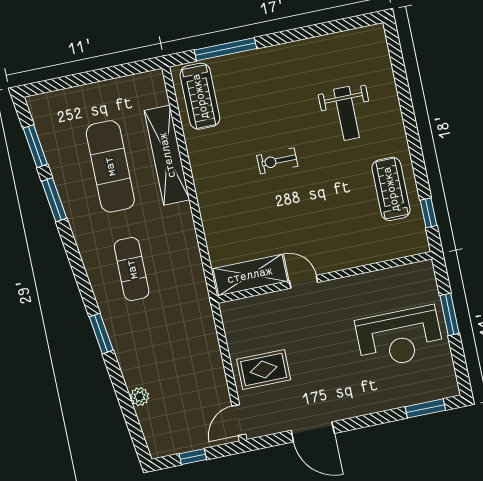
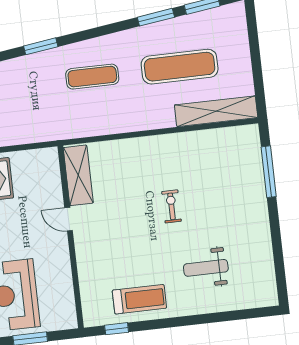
treadmill: (200, 96) -> (231, 147), removed
shelving: (167, 155) -> (216, 111), moved
door: (304, 282) -> (69, 219), swing flipped

